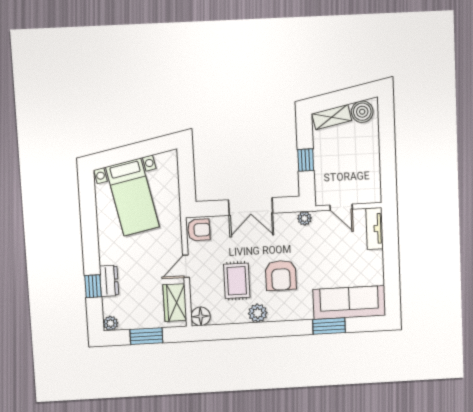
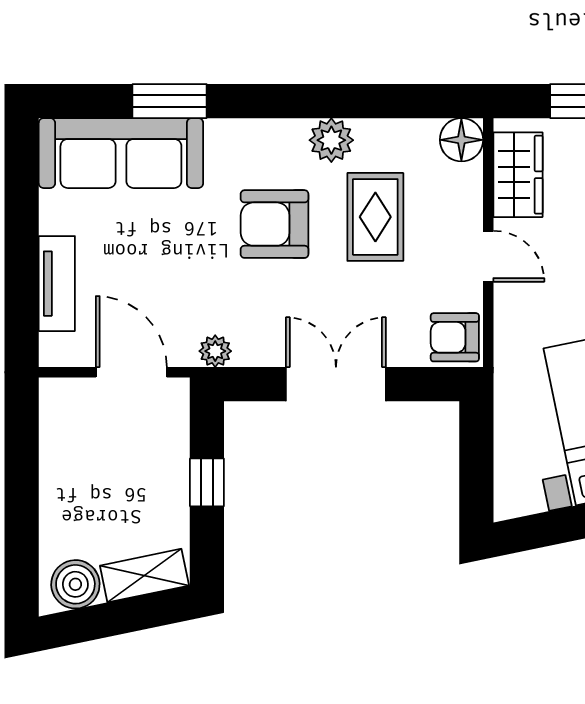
door: (341, 207) -> (131, 372), width x1.37
tv unit: (375, 229) -> (57, 284), moved
door: (186, 266) -> (488, 256), hinge flipped
armchair: (281, 275) -> (275, 224), turned -90

